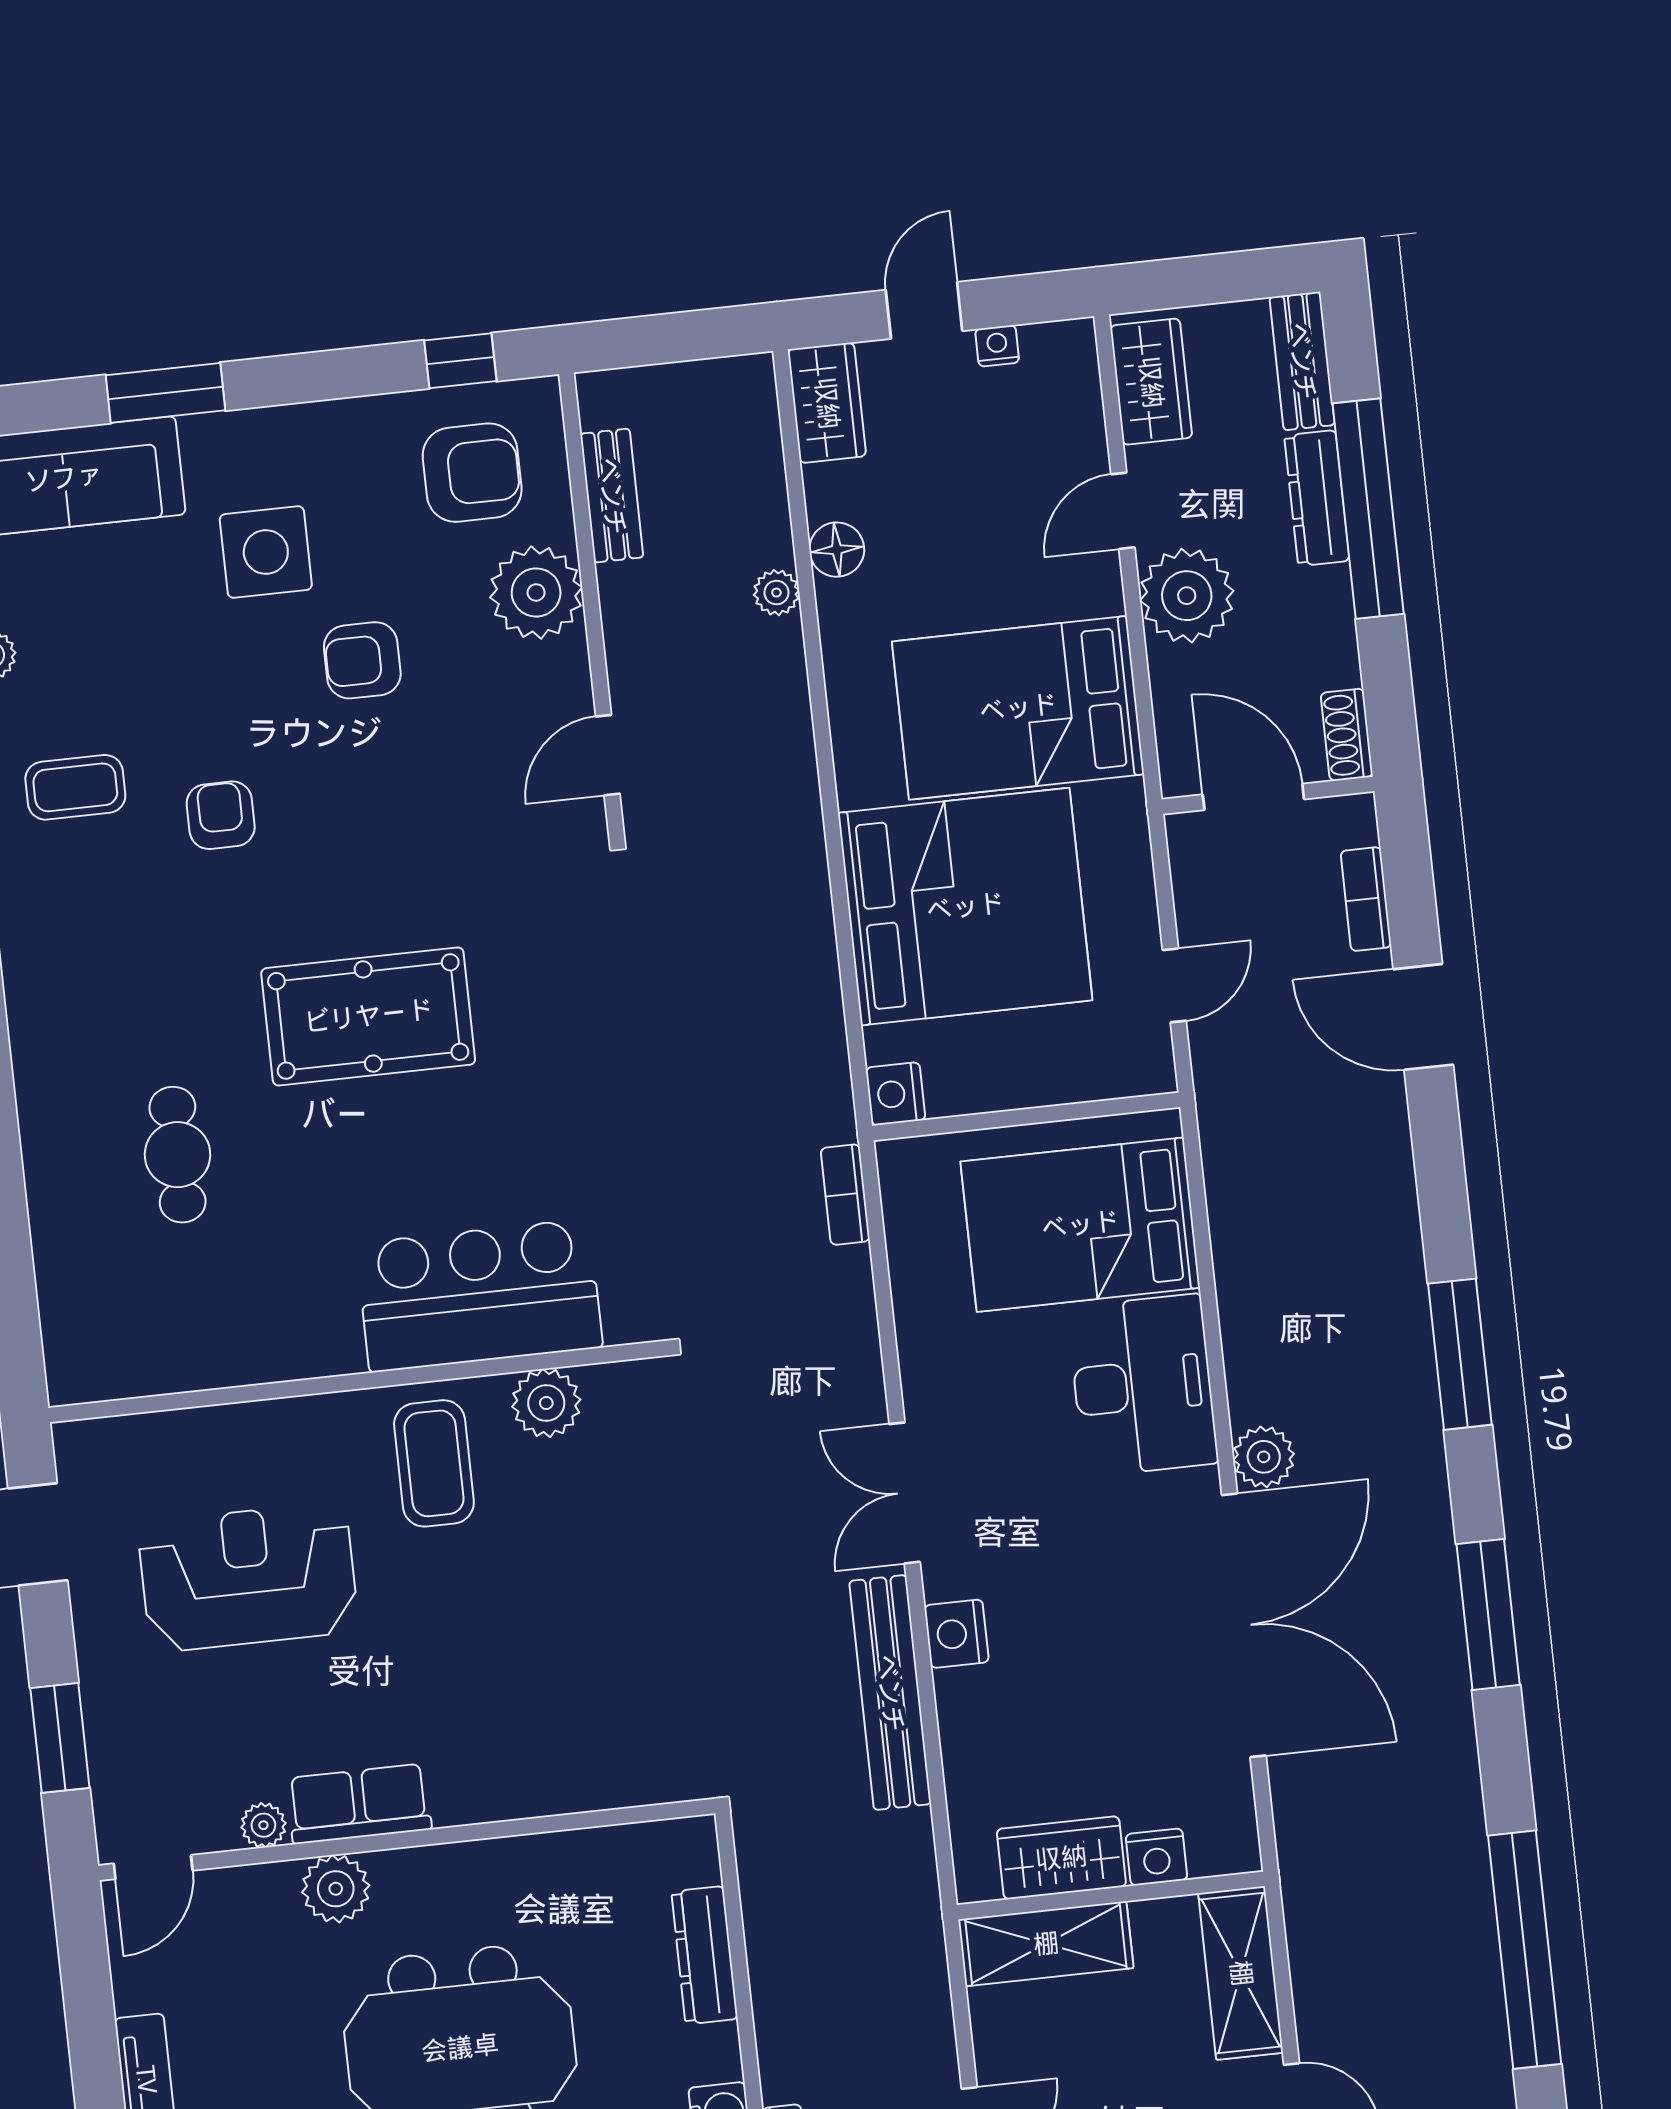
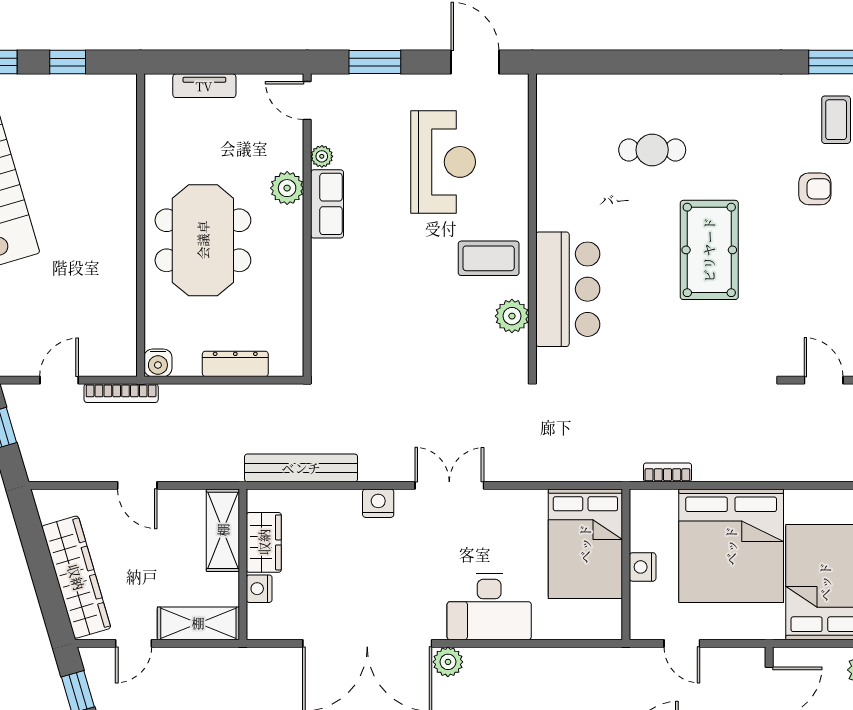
nightstand: (896, 1094) -> (643, 567), moved, turned -90
bookcase: (845, 1195) -> (667, 472), moved
bed: (1080, 1225) -> (585, 544), moved, turned 180
bench: (890, 1693) -> (301, 468), moved

